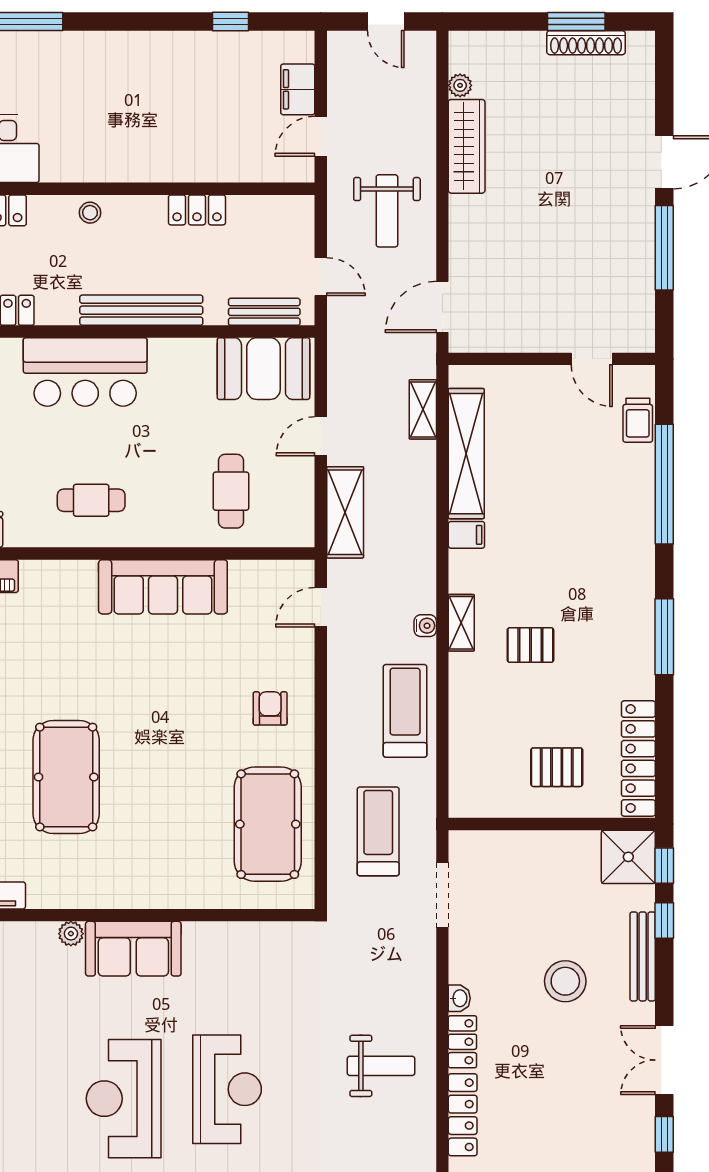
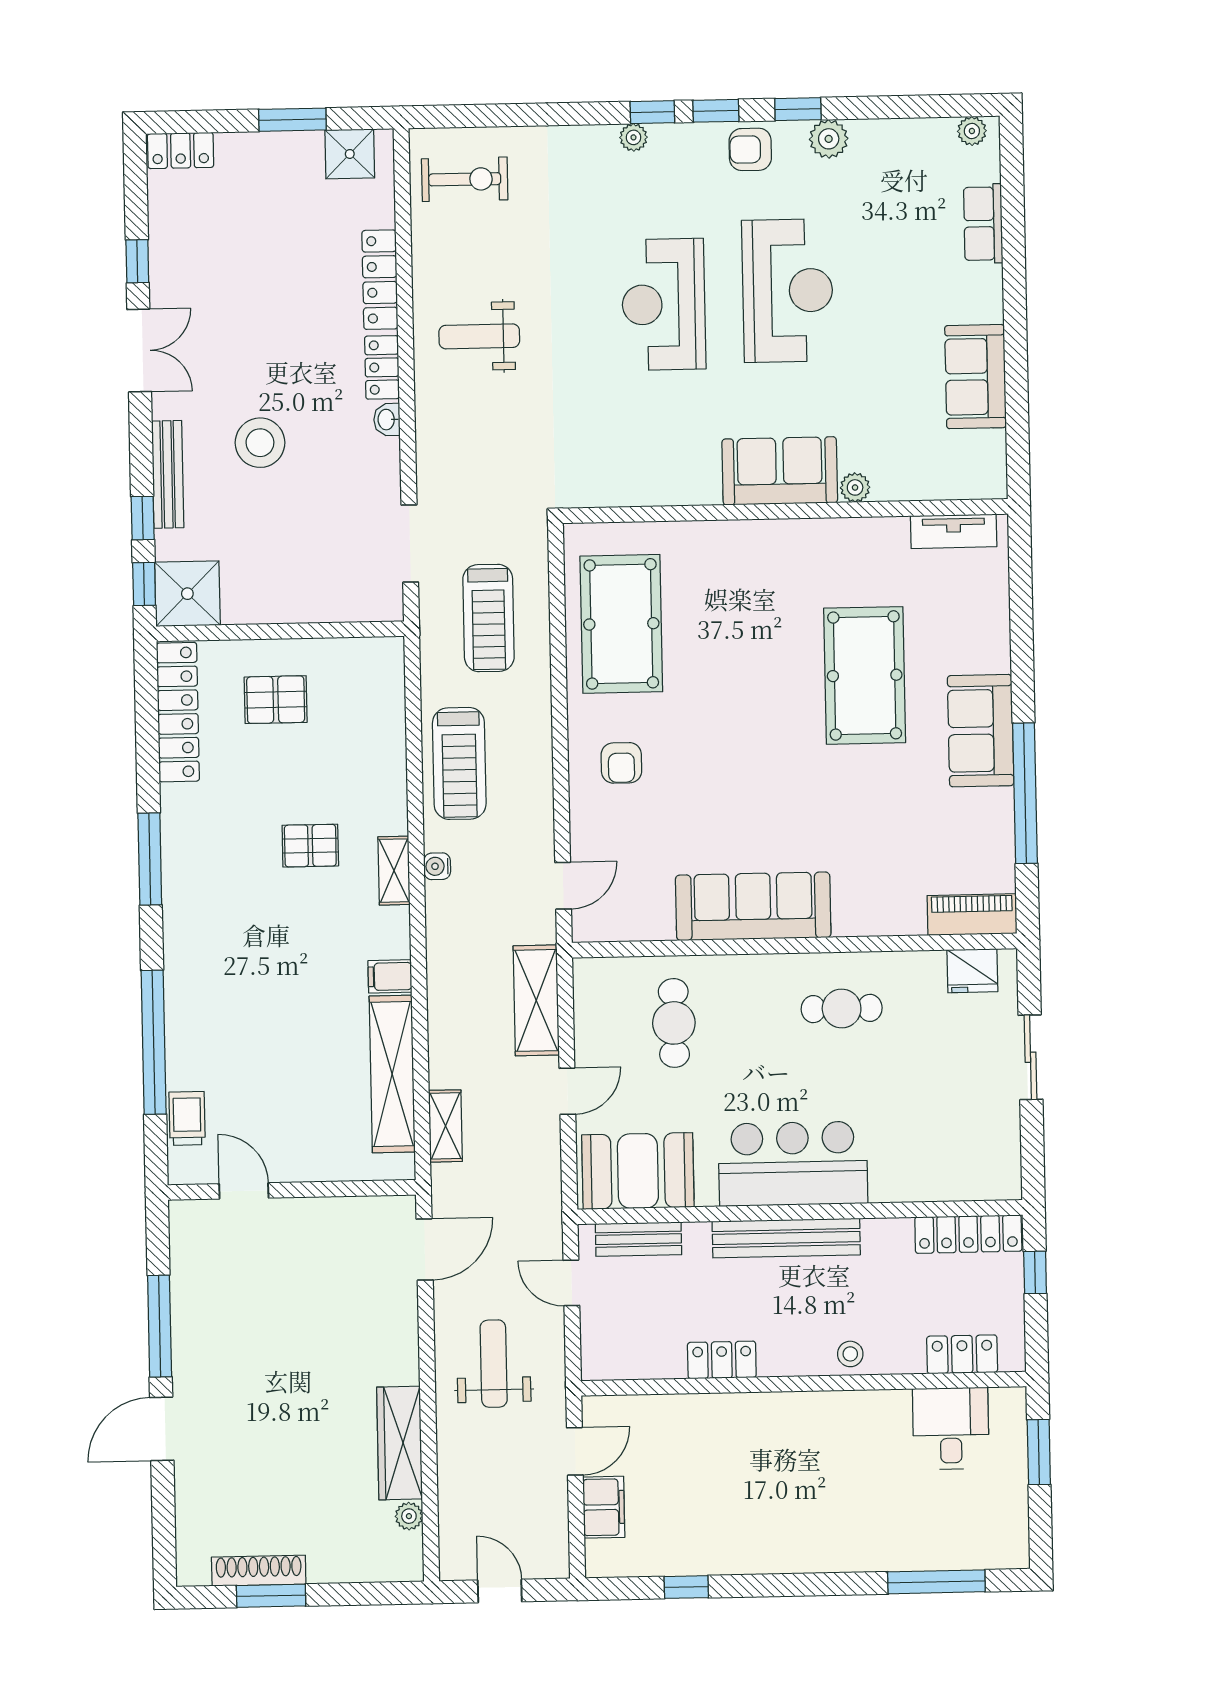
bar counter: (85, 372) -> (793, 1164), moved

